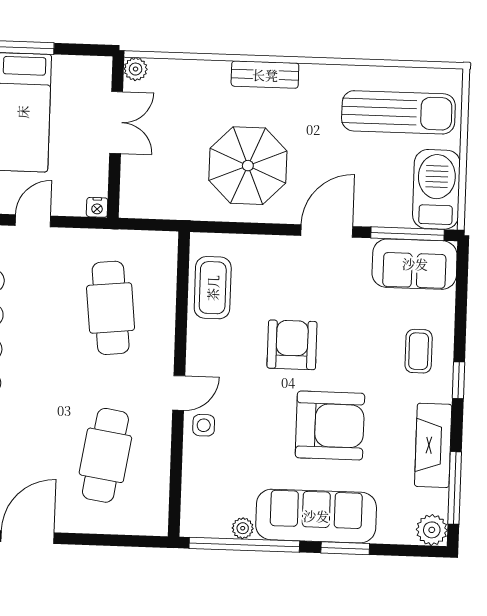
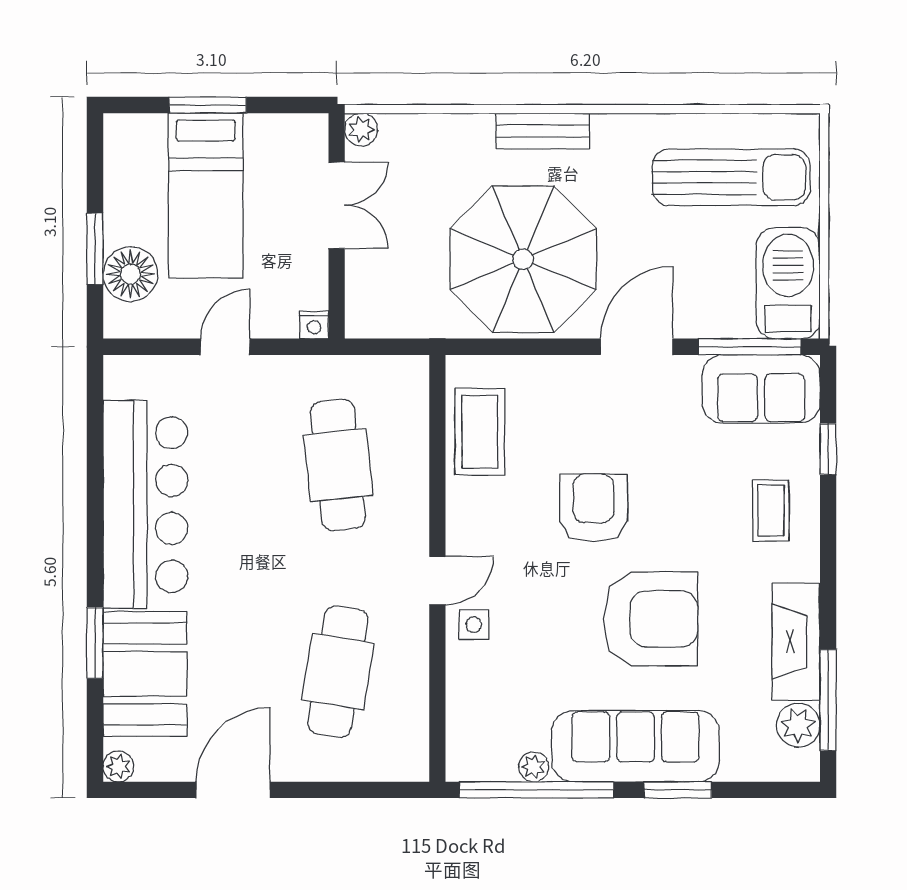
parasol: (248, 166) -> (523, 259), width x1.36, depth x1.36
window: (458, 380) -> (828, 449), moved
plant: (432, 530) -> (798, 725), moved

